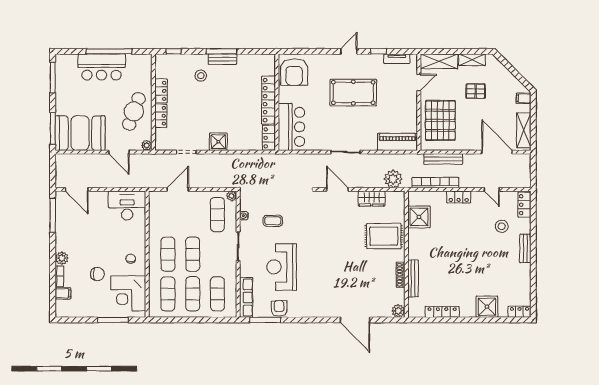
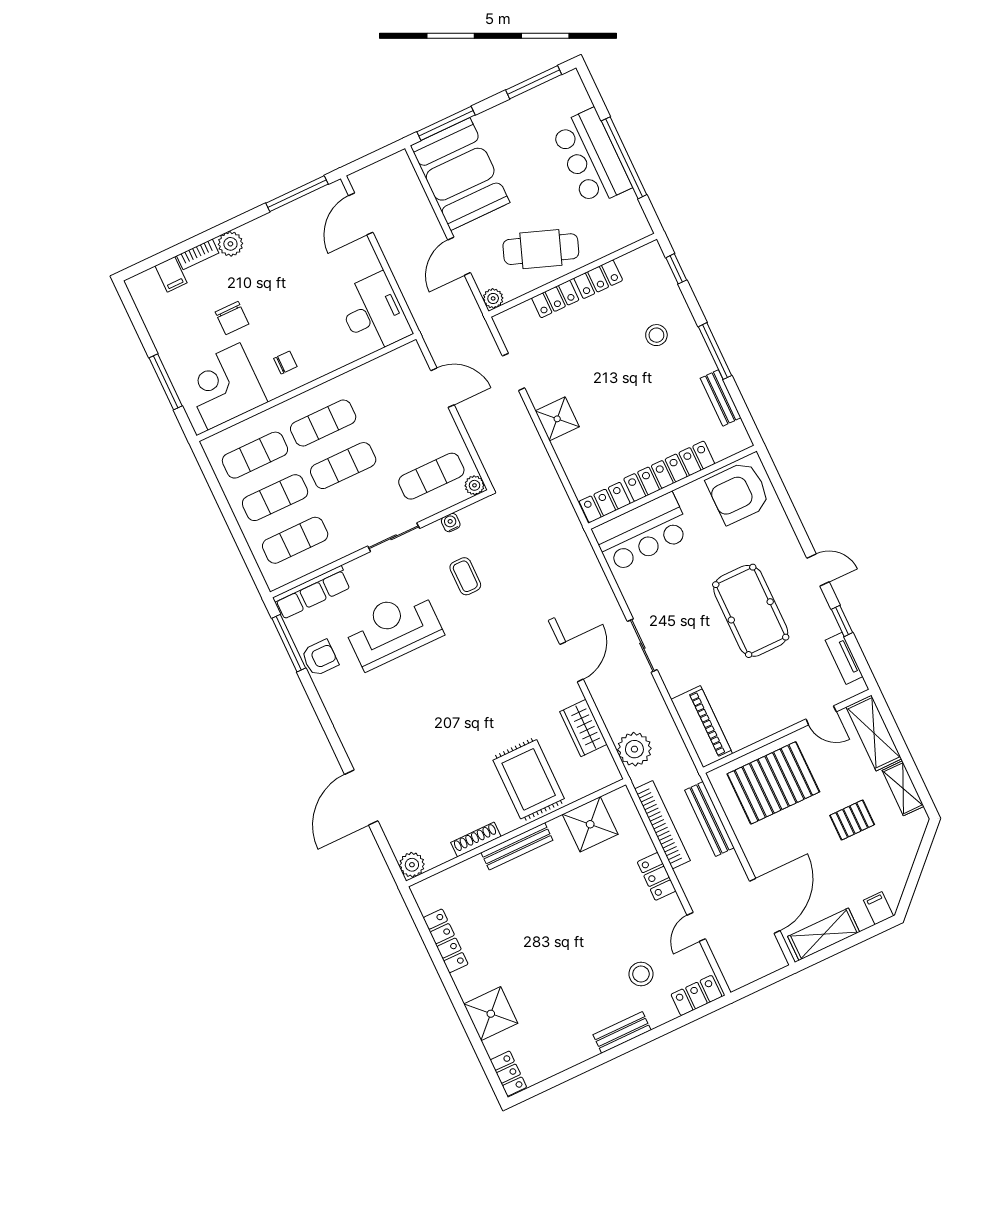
bench: (222, 59) -> (721, 398), moved
pallet: (476, 91) -> (852, 820), turned 90
bench: (413, 278) -> (517, 846), moved

